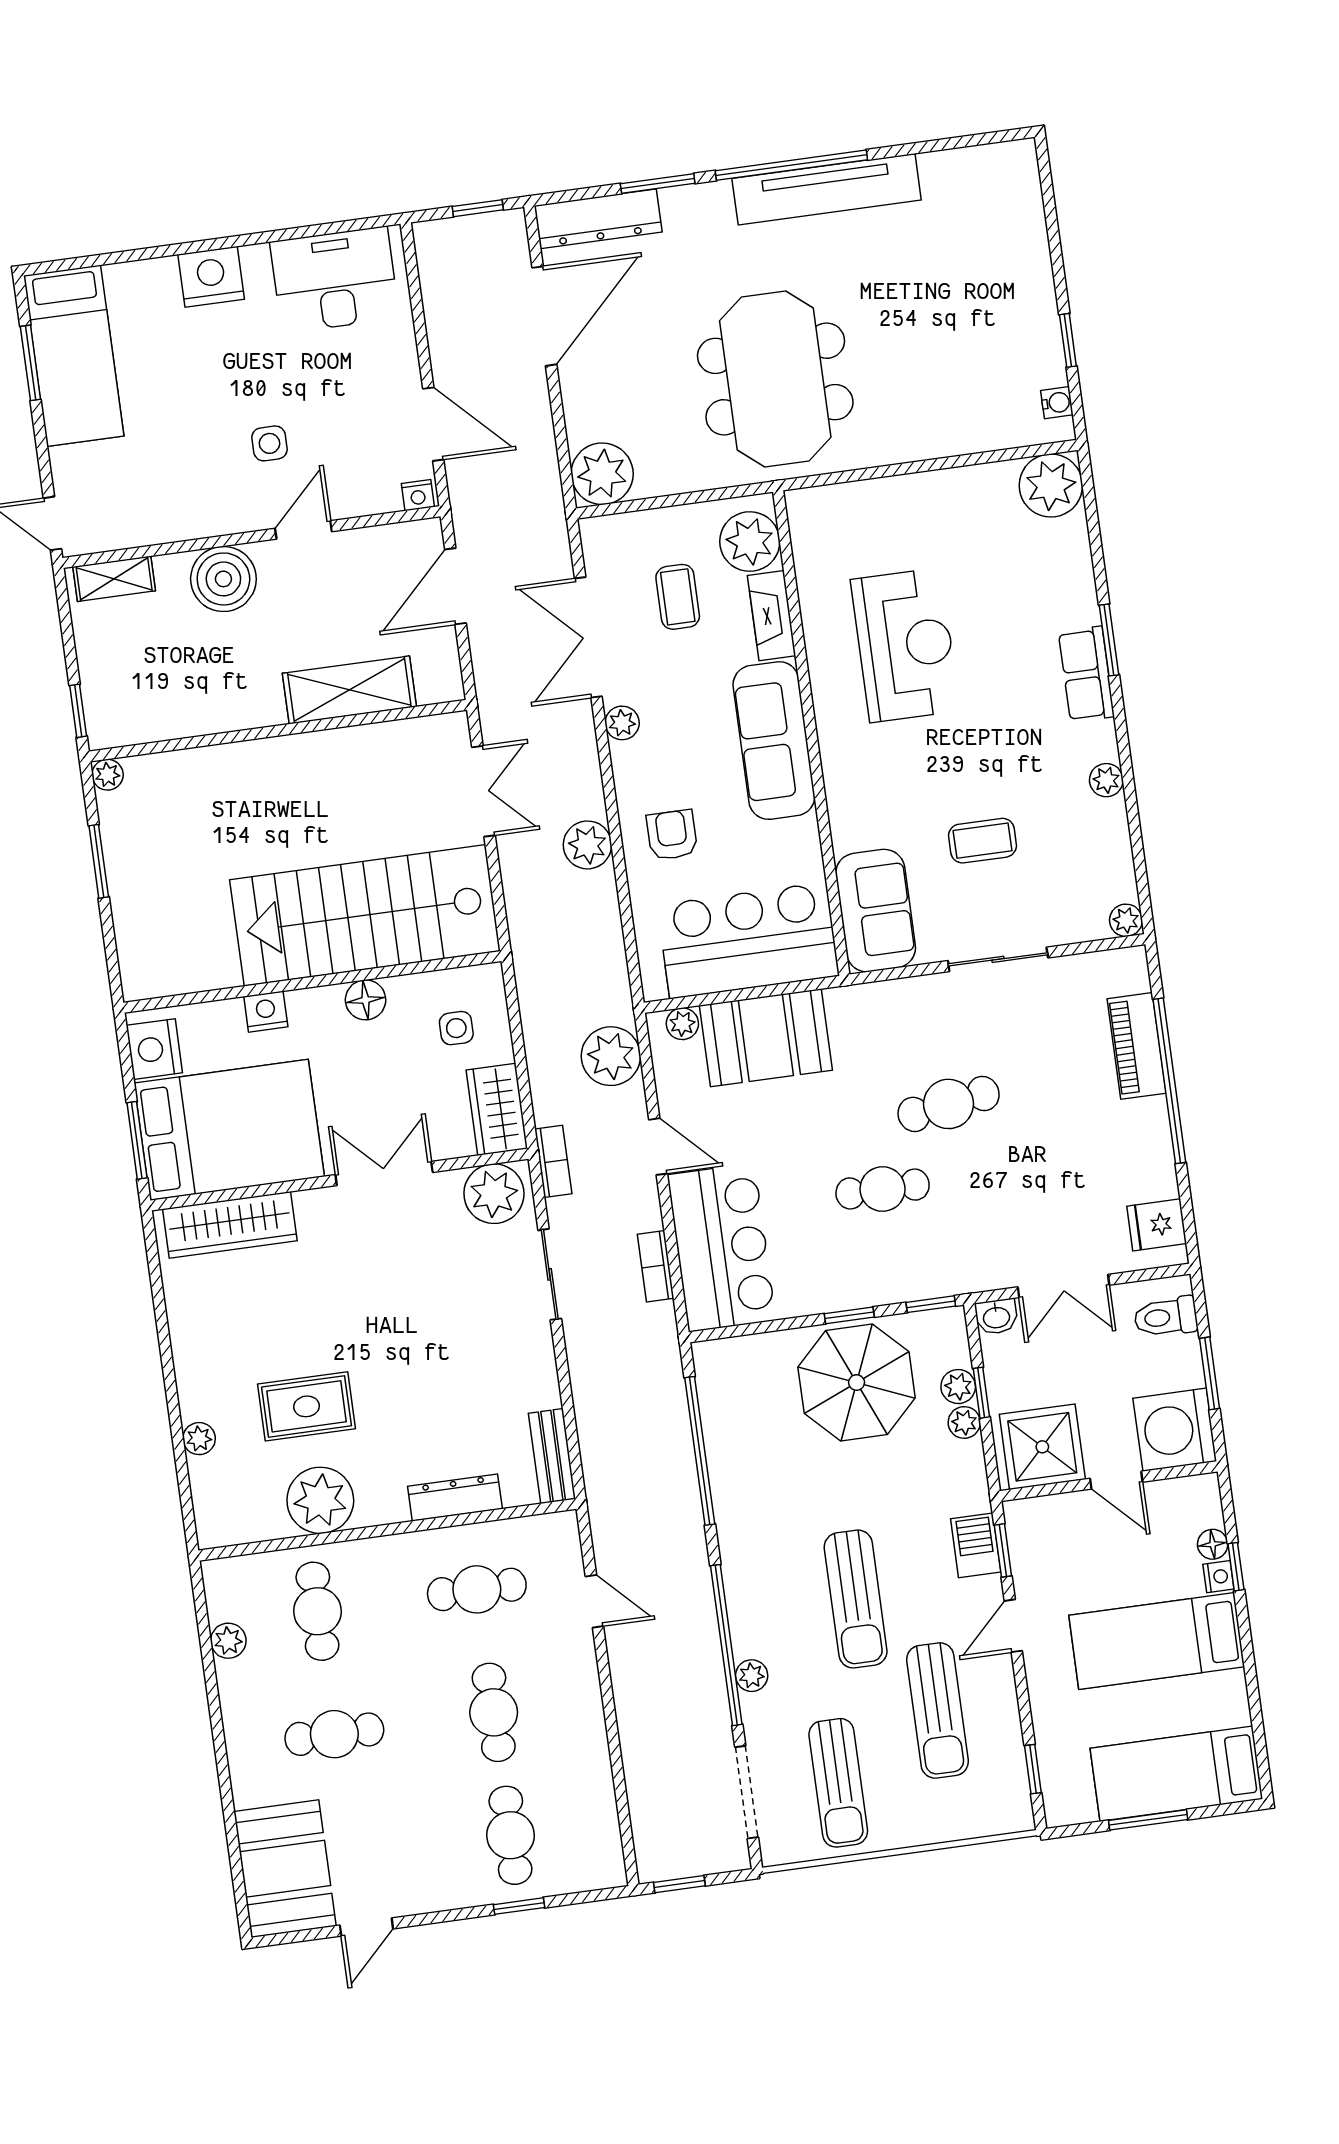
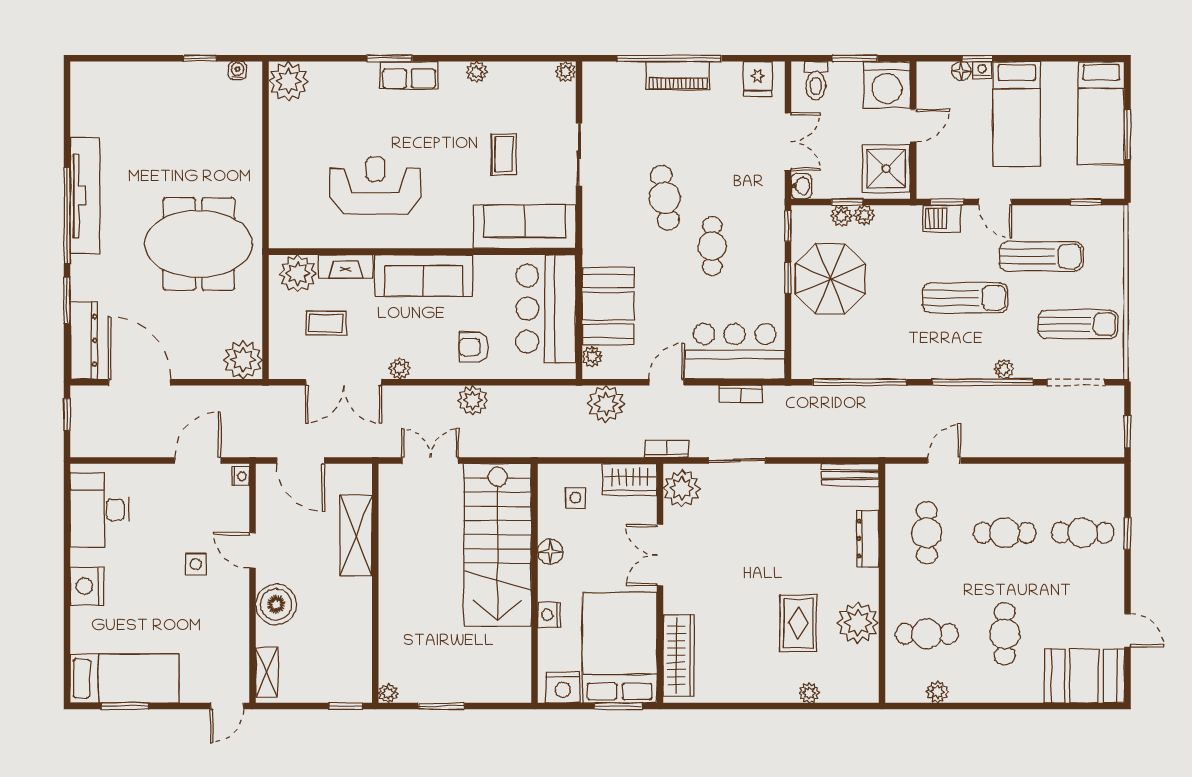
sofa: (876, 911) -> (525, 227), width x1.36
piano: (1137, 1046) -> (678, 76), moved

